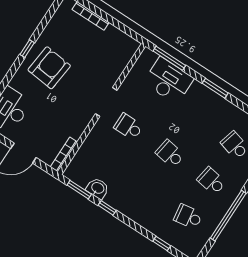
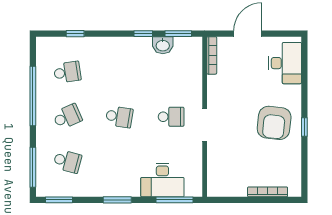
school desk: (212, 181) -> (67, 117), turned -33

